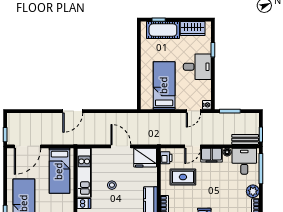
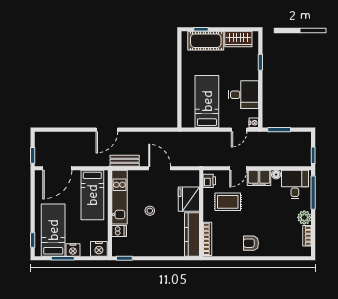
desk: (197, 67) -> (243, 95), moved
bench: (245, 139) -> (125, 161), moved
fridge: (145, 158) -> (189, 199), moved, turned 90

